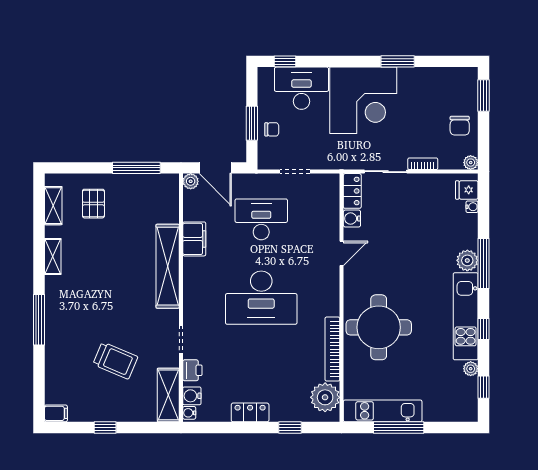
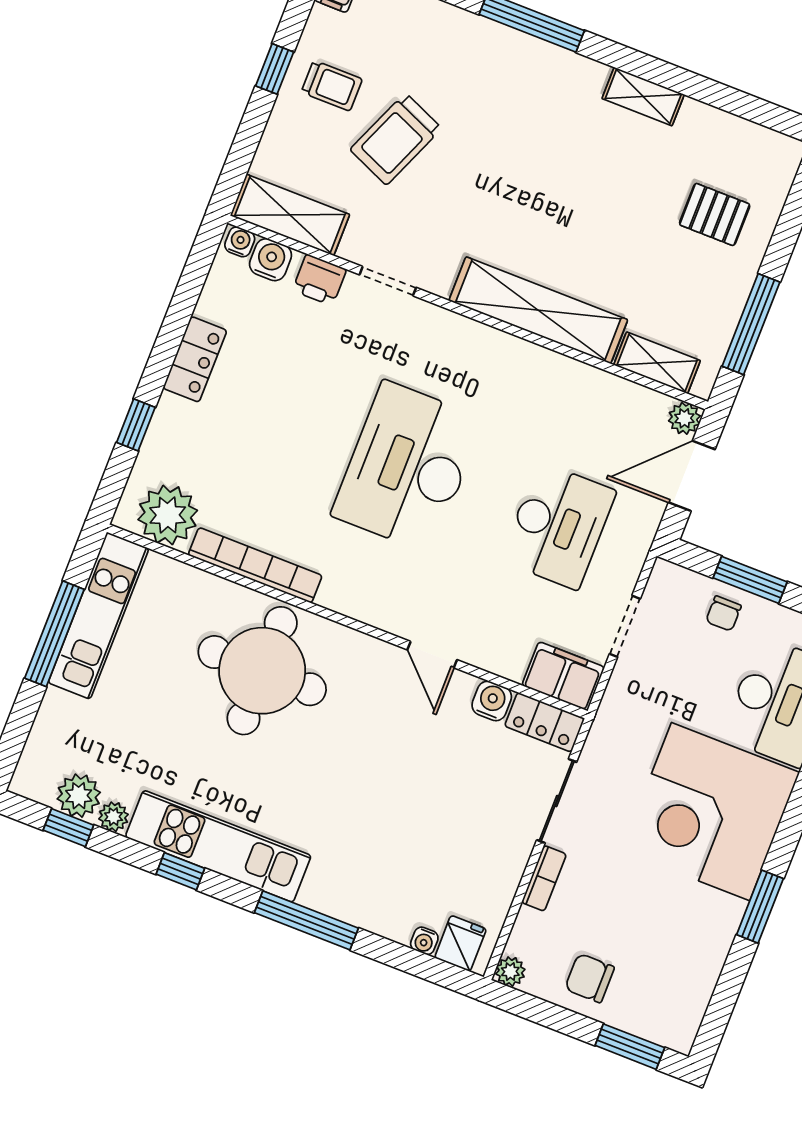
shelving: (53, 206) -> (657, 363), moved
filing cabinet: (194, 239) -> (563, 676), moved, turned 180
plant: (467, 260) -> (79, 796), moved
trolley: (103, 399) -> (332, 86), added

